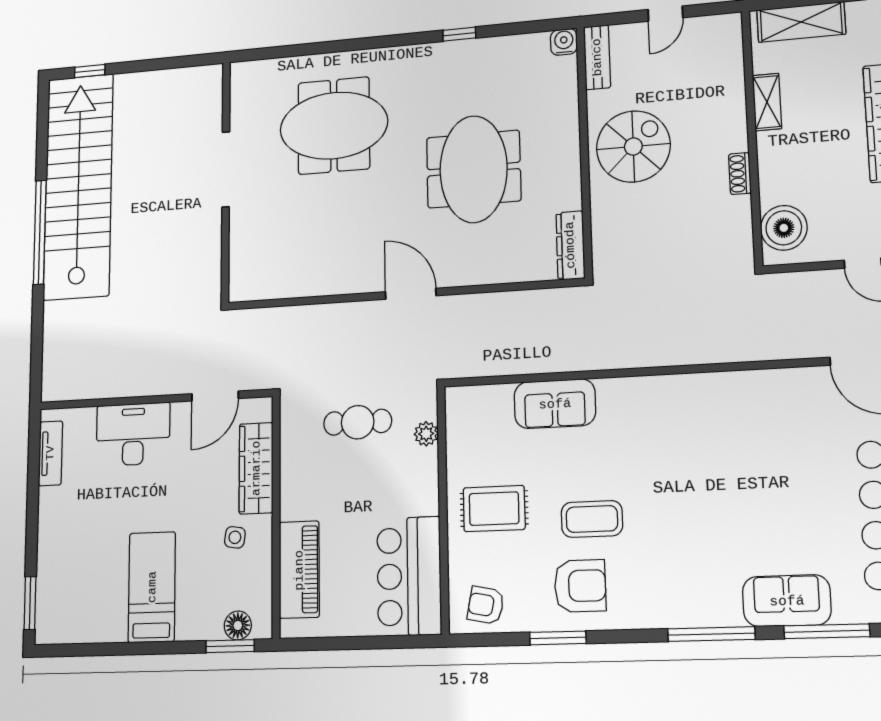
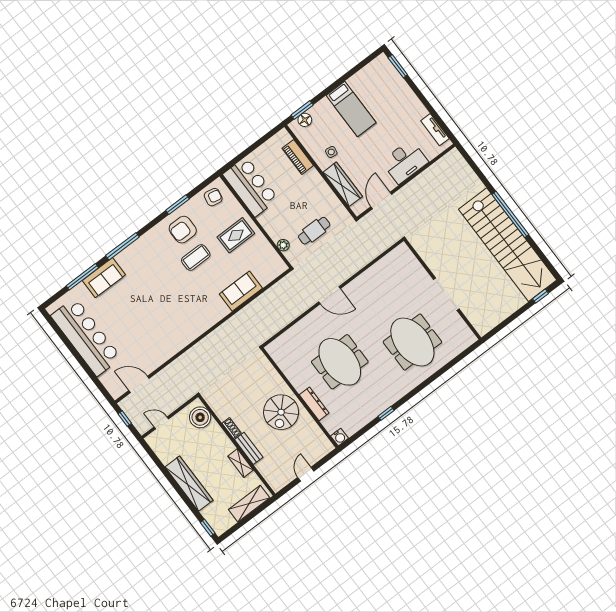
bench: (597, 57) -> (249, 448), moved
meeting table: (334, 126) -> (412, 342), turned 90
dresser: (570, 245) -> (314, 404), moved
piano: (299, 570) -> (298, 157), width x0.73, depth x0.75

